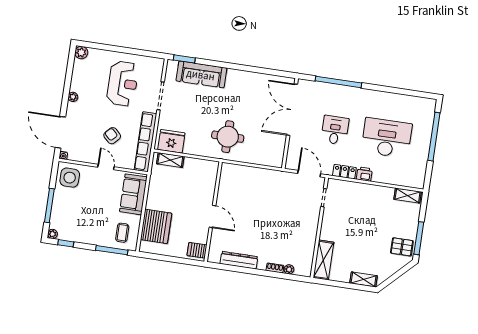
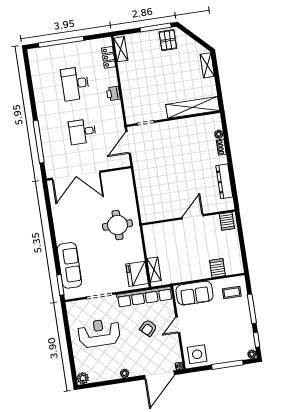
desk: (387, 138) -> (75, 84), width x0.73, depth x0.77
locker: (344, 172) -> (109, 57), moved
server rack: (156, 226) -> (217, 268), width x0.46, depth x0.70
window: (112, 250) -> (252, 309), moved
shelving: (323, 260) -> (193, 107), width x1.47

